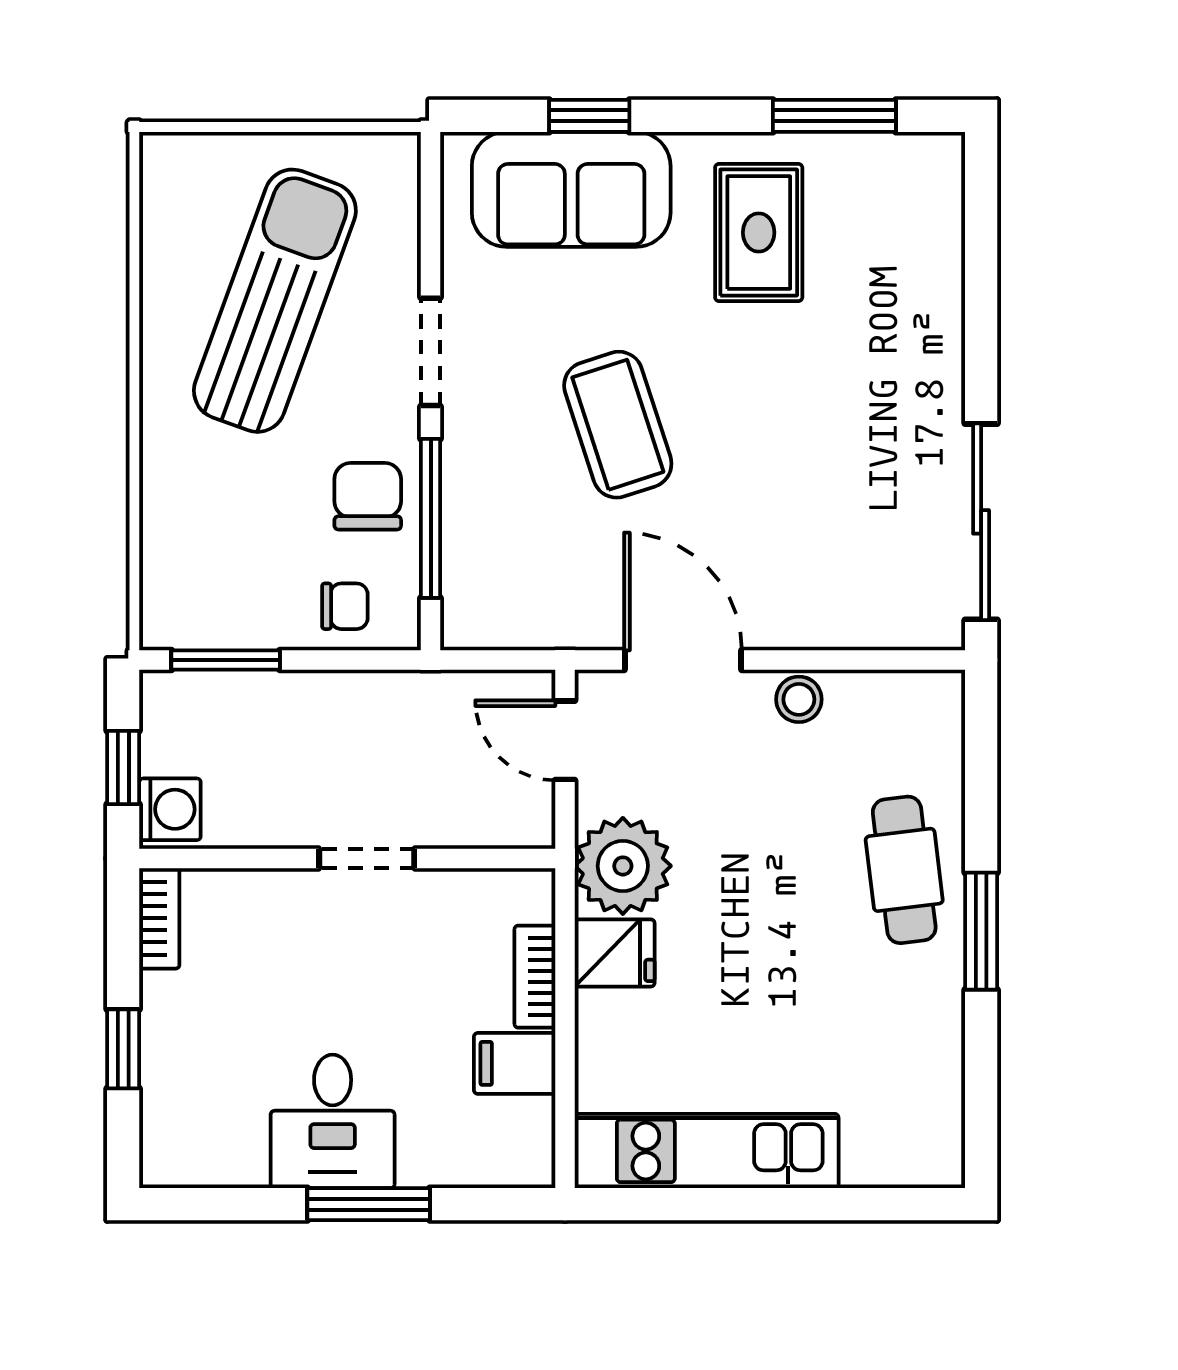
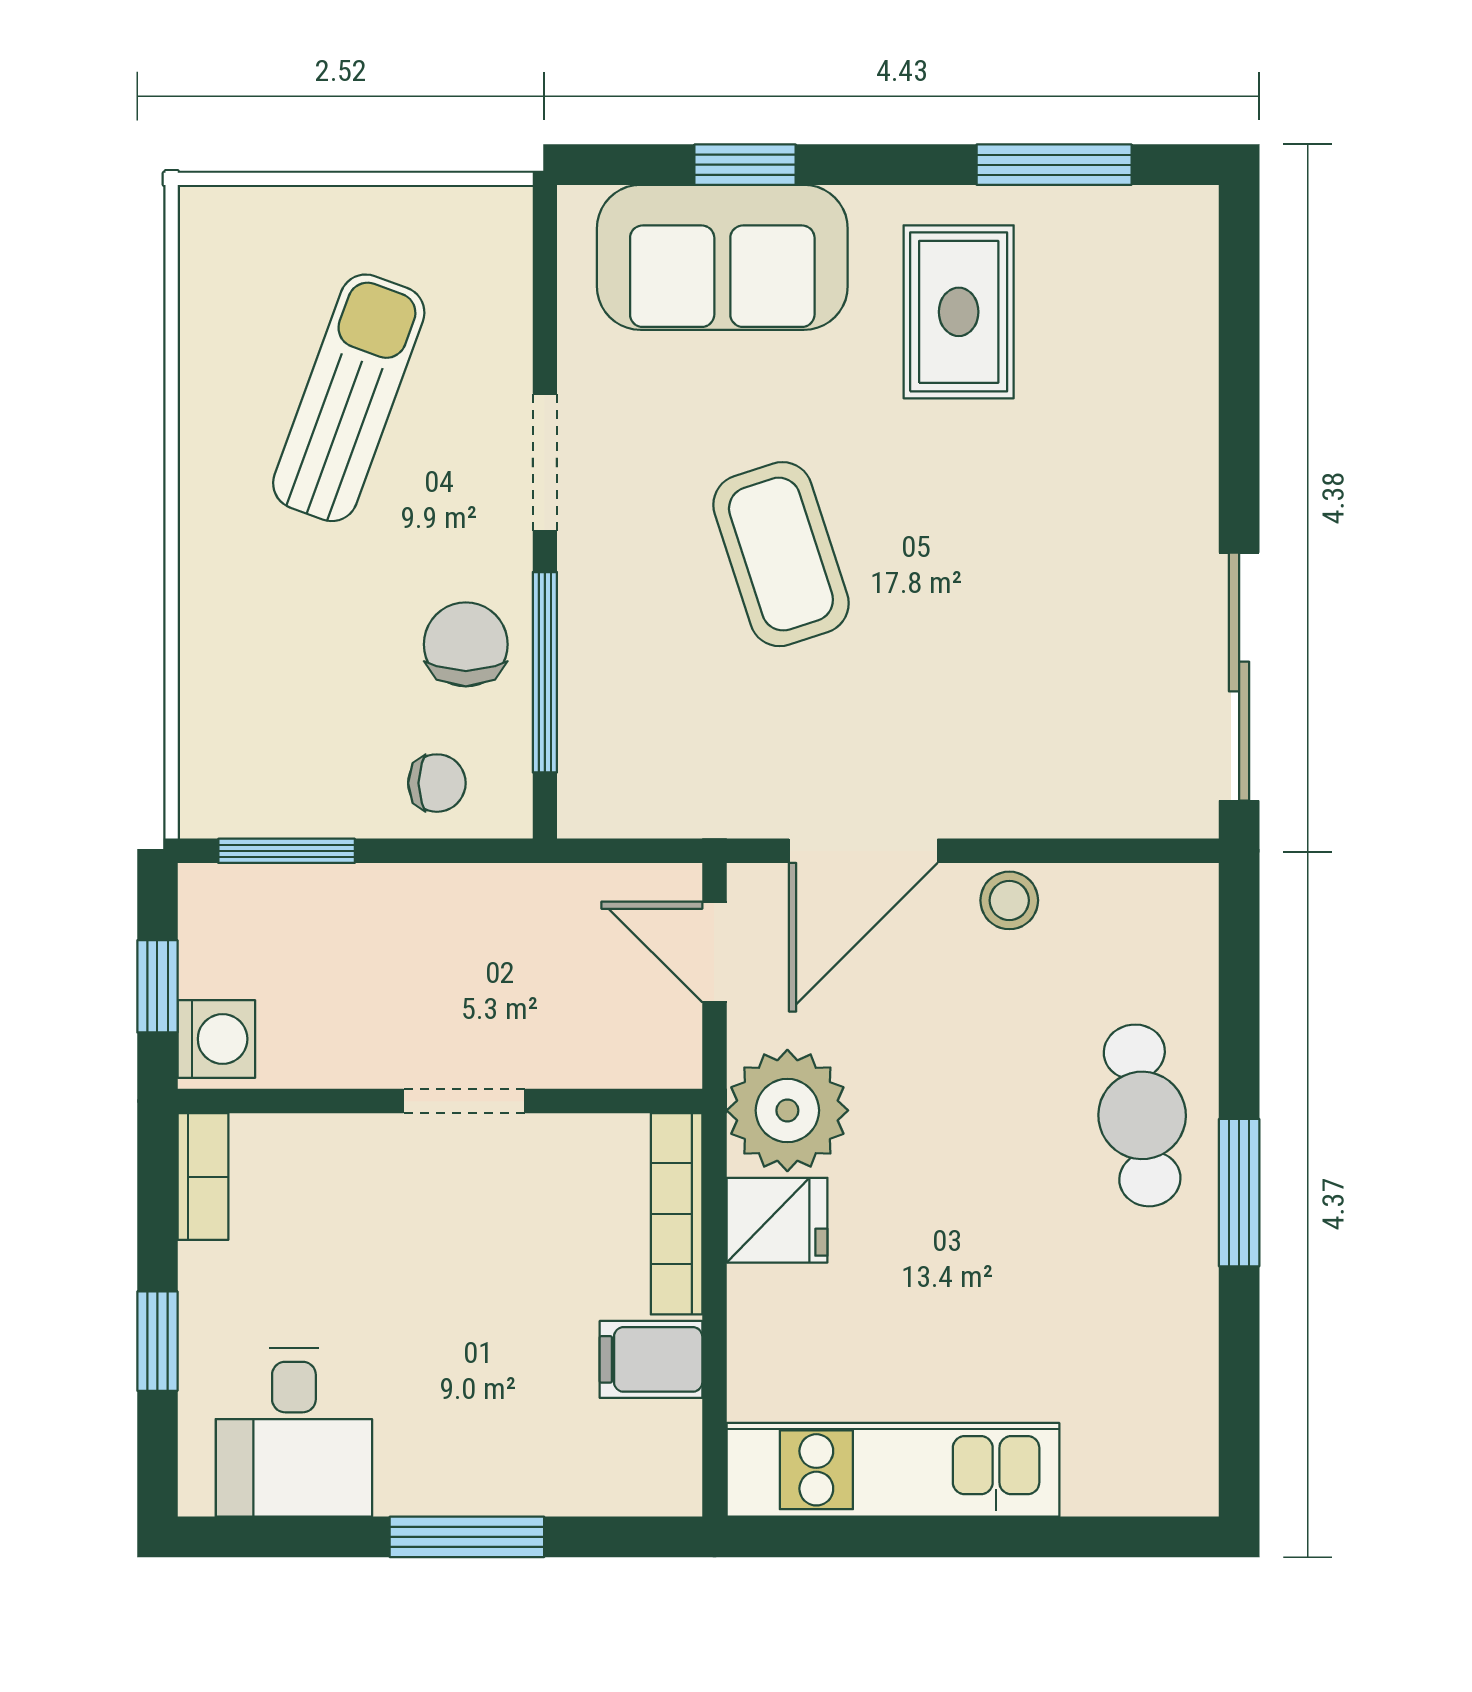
sun lounger: (275, 301) -> (349, 398), width x0.73, depth x0.75
door: (683, 660) -> (863, 851), swing flipped
bookcase: (535, 977) -> (677, 1214), width x1.56
desk: (333, 1121) -> (294, 1433), moved

